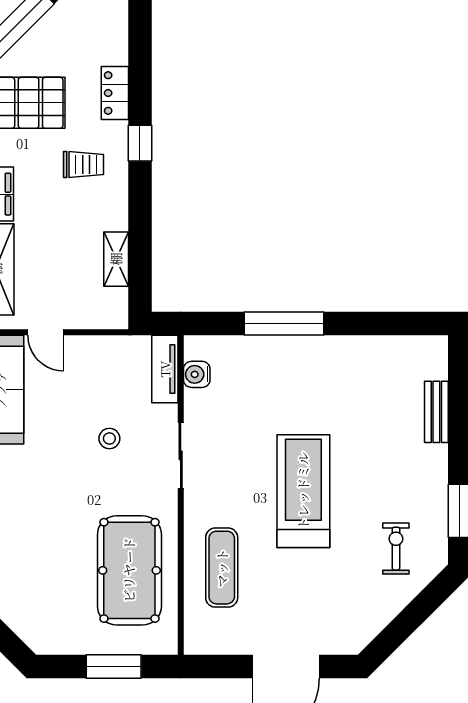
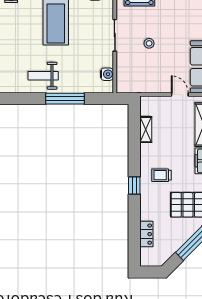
locker: (115, 93) -> (146, 234), moved
tv unit: (165, 369) -> (122, 77), removed
weight bench: (330, 371) -> (43, 76), added

